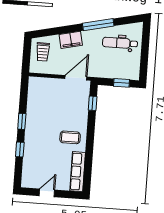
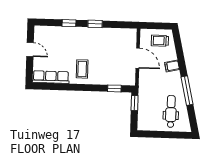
filing cabinet: (71, 40) -> (172, 66), width x0.50
door: (76, 78) -> (138, 58), moved
window: (122, 83) -> (135, 103), moved

